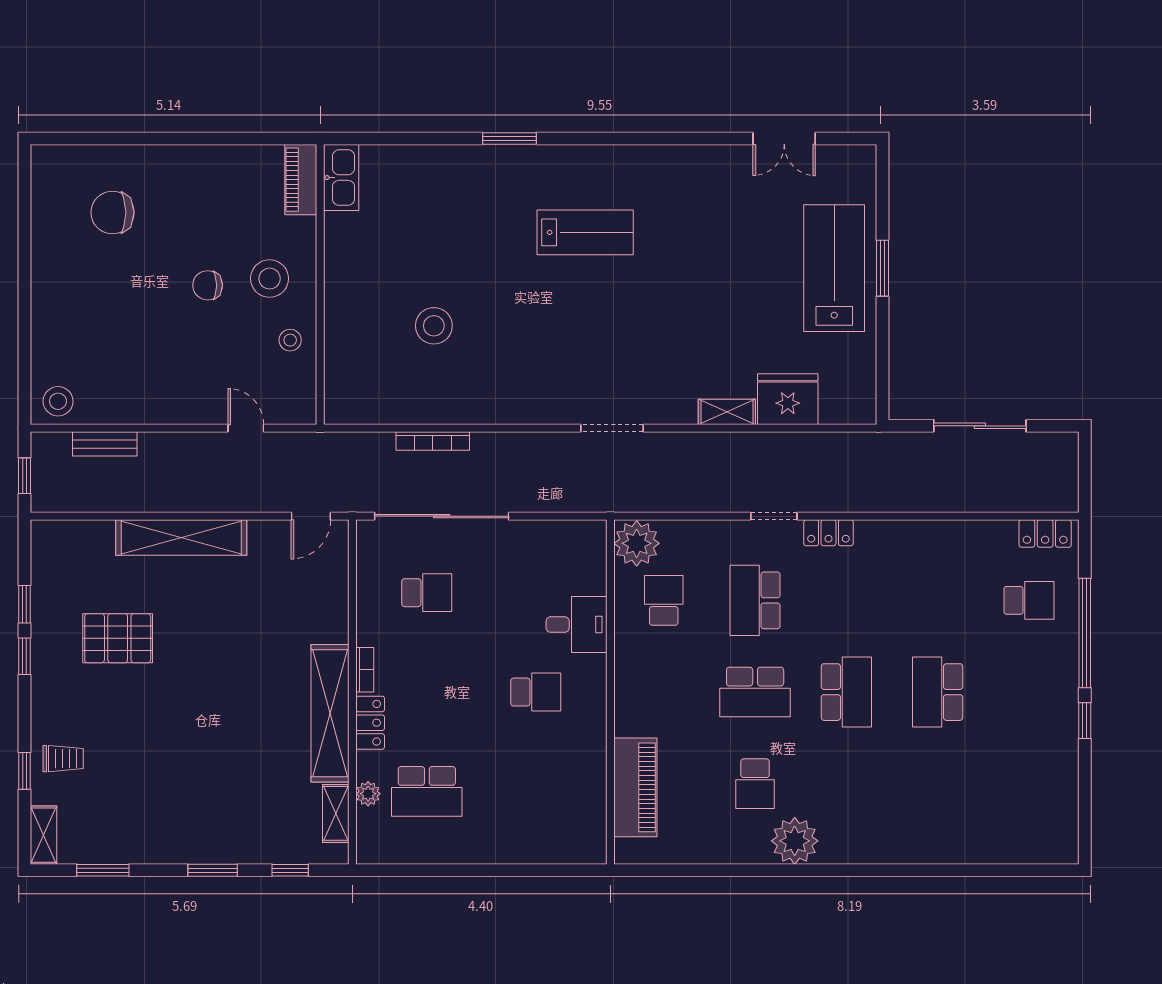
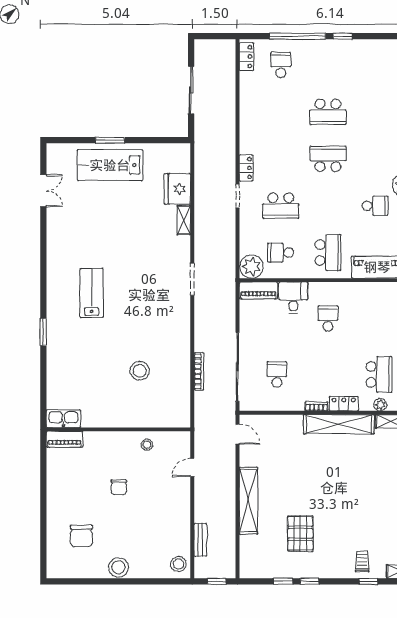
stool: (270, 279) -> (118, 567), moved
piano: (590, 557) -> (258, 290), added
school desk: (755, 692) -> (328, 253), moved

